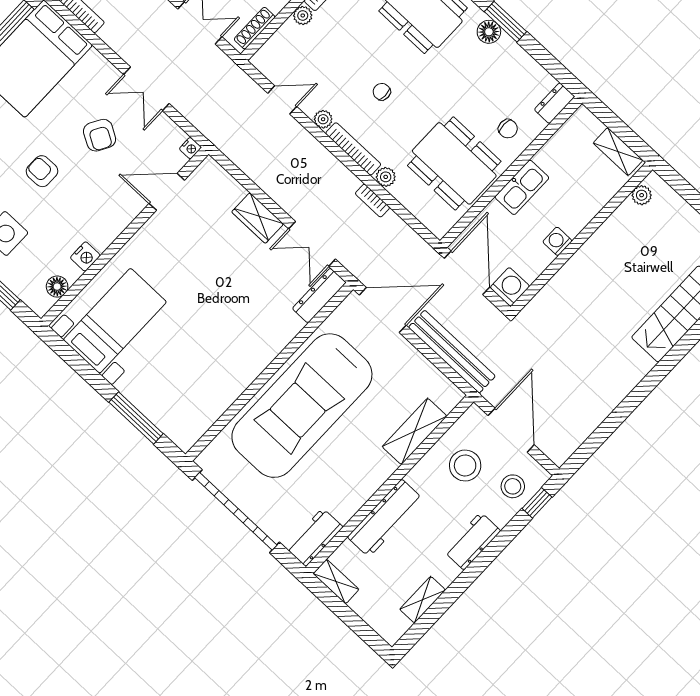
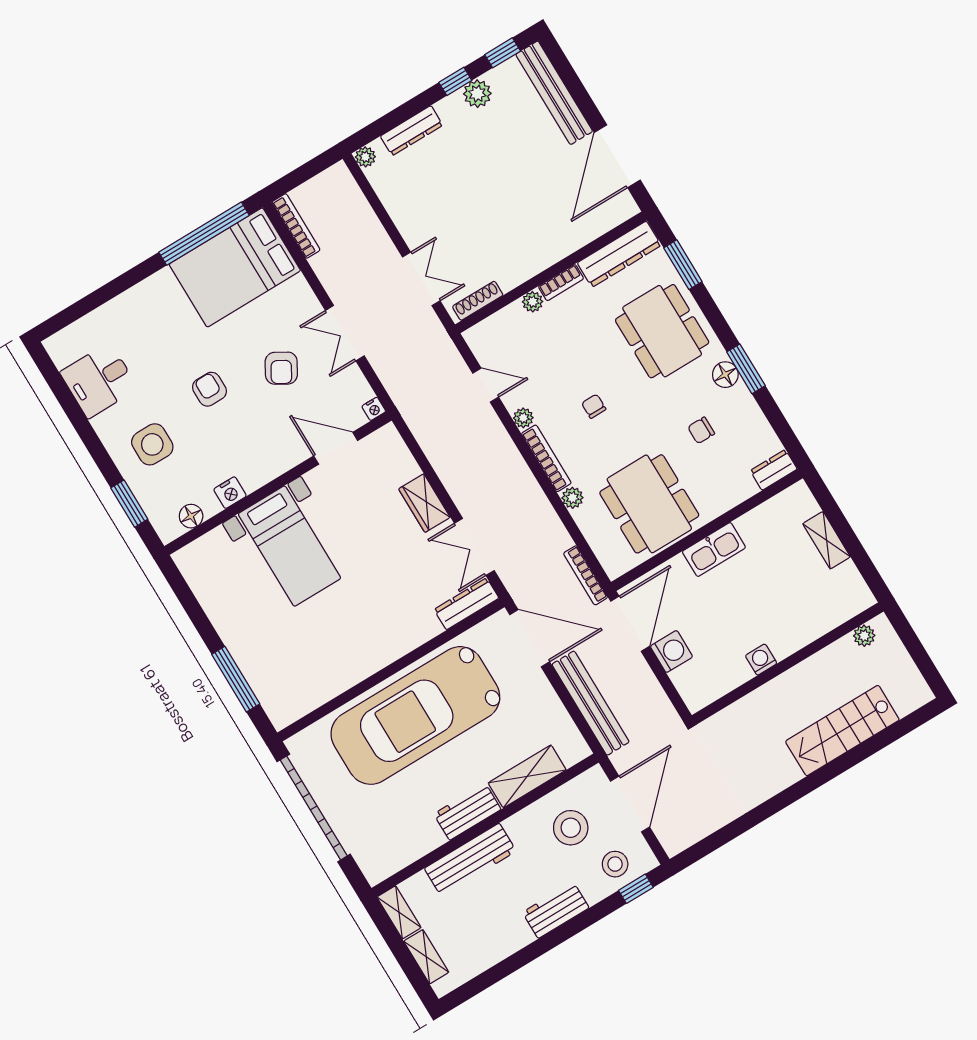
chair: (508, 129) -> (701, 430), moved, turned 90
plant: (642, 195) -> (864, 636), moved
bookcase: (372, 201) -> (586, 575), moved, width x1.56
wall: (582, 238) -> (788, 663), moved
washing machine: (557, 241) -> (761, 660), moved
bed with nightstands: (115, 321) -> (289, 546), moved, turned 90
workbench: (314, 537) -> (467, 812), moved
shelving: (423, 600) -> (426, 957), moved, turned 90

